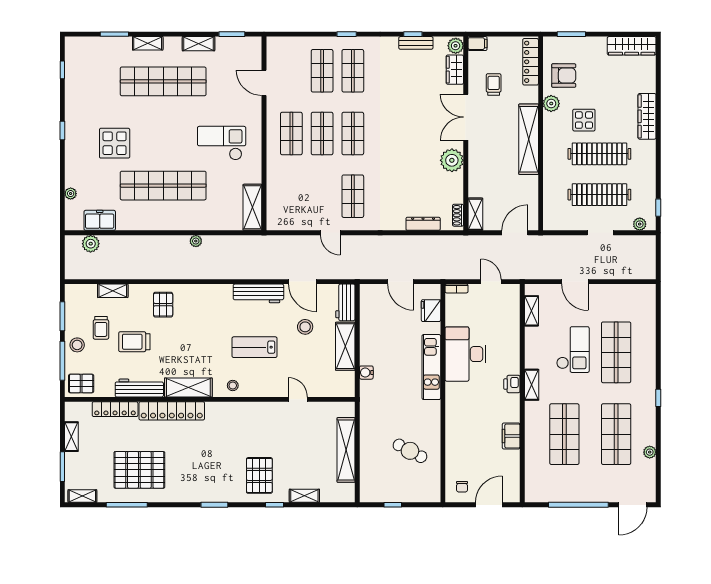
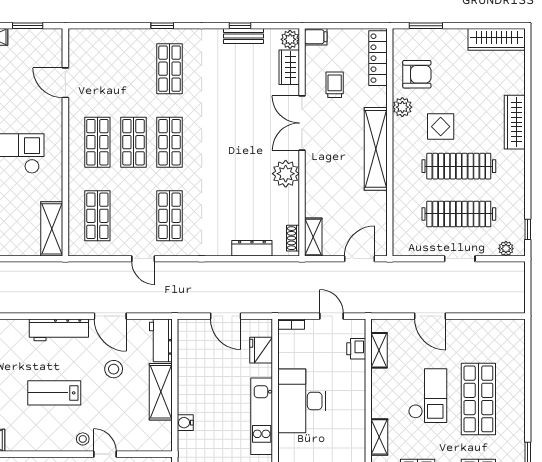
shop shelf: (322, 71) -> (97, 216), moved
printer: (512, 384) -> (356, 349), moved
stool: (233, 386) -> (83, 439), moved

